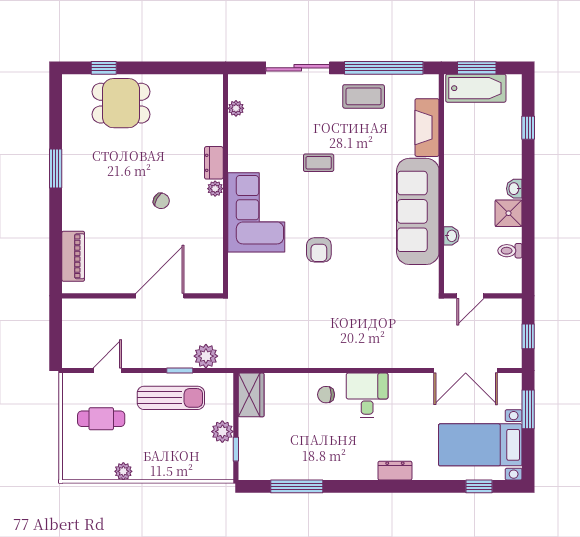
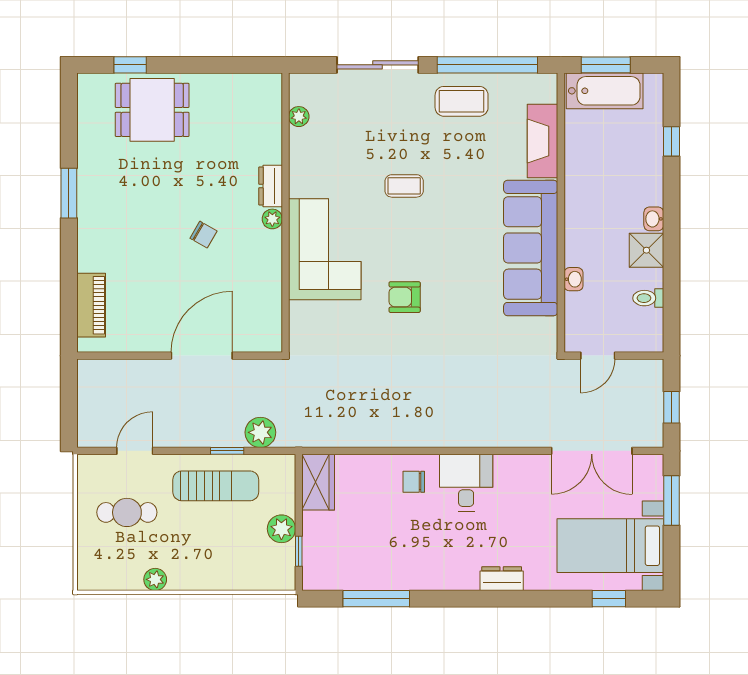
armchair: (319, 250) -> (405, 297), turned 90

